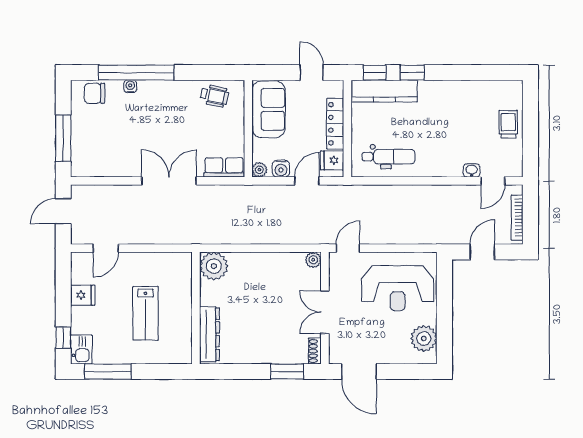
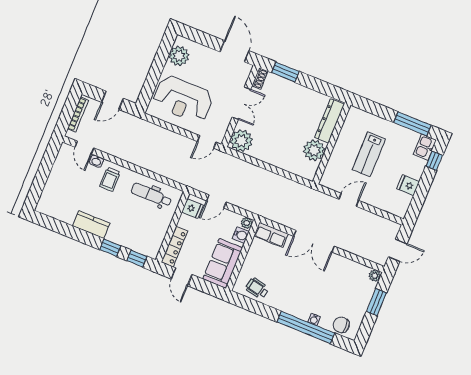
kitchen counter: (384, 91) -> (91, 225), moved, width x0.67
chair: (95, 93) -> (341, 325), turned 180
locker: (335, 124) -> (174, 247), moved
trolley: (508, 124) -> (110, 179), moved
window: (63, 138) -> (376, 302), width x0.69
plant: (78, 169) -> (375, 276), added
water cooler: (281, 169) -> (241, 235), moved, turned 90
door: (493, 181) -> (84, 148), swing flipped
door: (106, 248) -> (349, 200), moved
plant: (313, 260) -> (241, 141), width x1.88, depth x1.88
plant: (214, 266) -> (314, 150), moved
reception desk: (398, 288) -> (183, 99), turned 180
lab bench: (145, 313) -> (369, 154), turned 180

